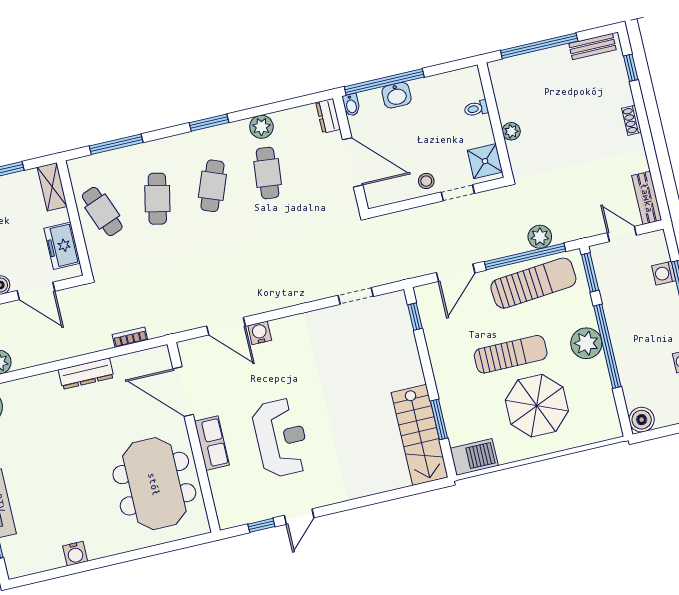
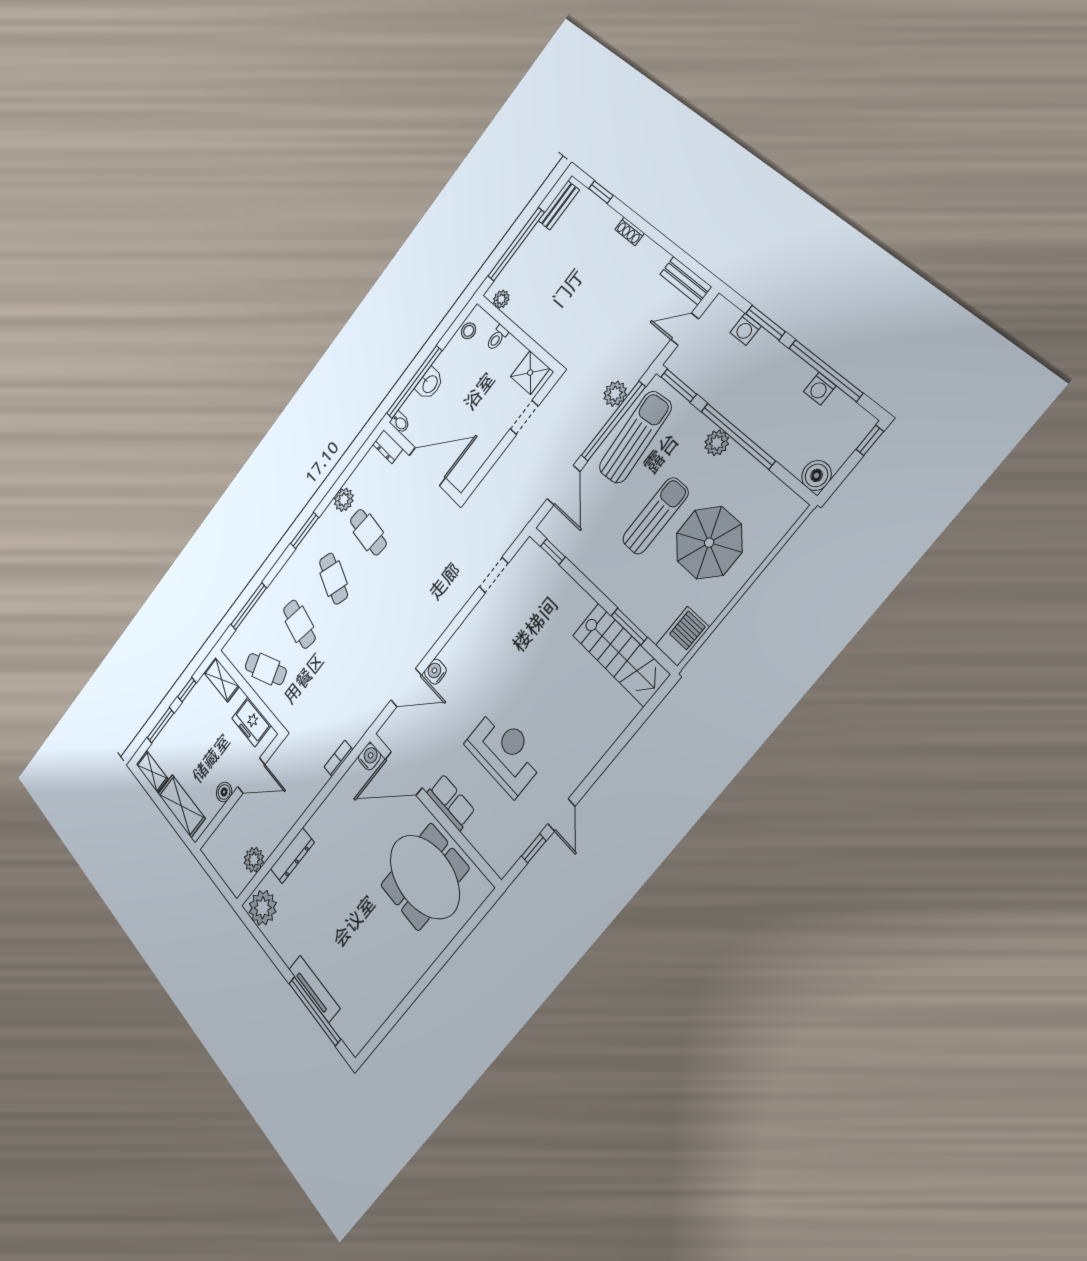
plant: (511, 131) -> (501, 299), moved
stool: (426, 181) -> (469, 331), moved
plant: (586, 343) -> (717, 443), width x0.73, depth x0.73
dresser: (86, 374) -> (292, 856), moved
water cooler: (75, 554) -> (370, 757), moved, turned -90

